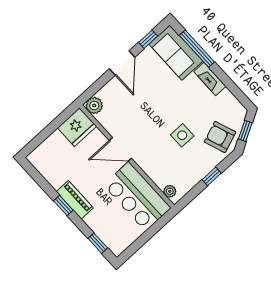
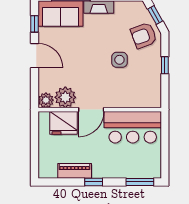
fridge: (77, 127) -> (64, 123), moved, turned 90
plant: (170, 191) -> (65, 97), moved, width x1.87, depth x1.87
piano: (75, 200) -> (75, 171), moved
window: (98, 243) -> (140, 182), width x1.50

